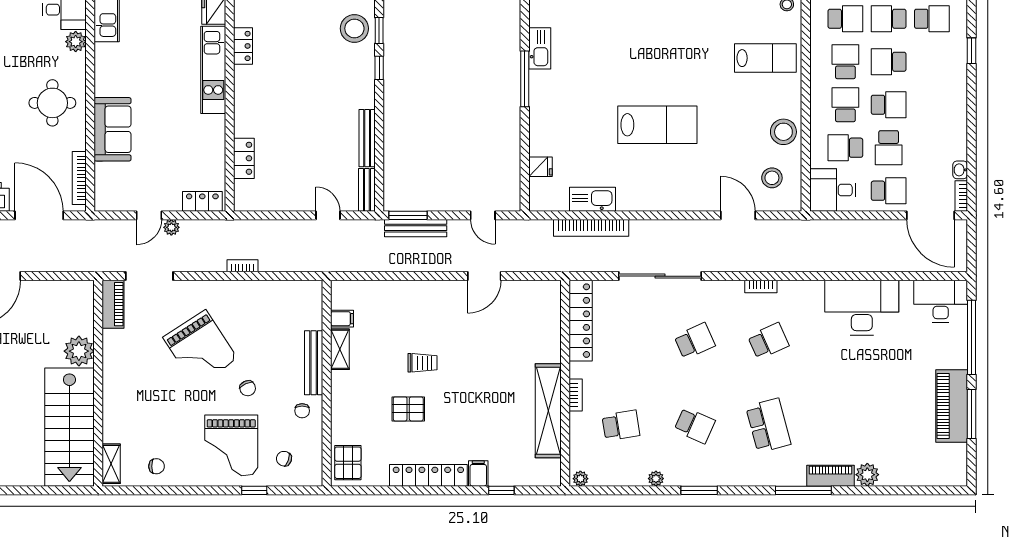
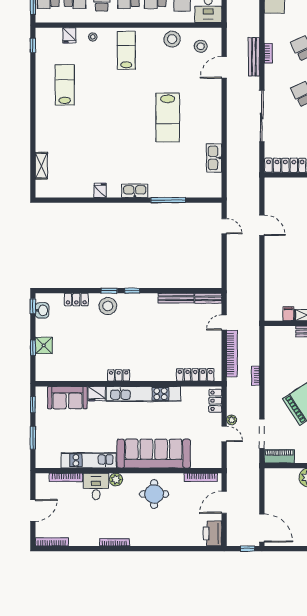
kitchen sink: (540, 48) -> (135, 191), moved
kitchen unit: (213, 70) -> (143, 394), width x1.36
window: (525, 79) -> (168, 200), moved
lab bench: (657, 125) -> (168, 118), turned 180
sofa: (113, 129) -> (154, 454), width x1.85, depth x1.27
locker: (244, 158) -> (195, 375), width x1.53
fridge: (540, 167) -> (100, 190), moved
door: (39, 215) -> (224, 502), width x0.73
window: (408, 215) -> (224, 273), removed
door: (483, 215) -> (224, 226), hinge flipped
bench: (416, 228) -> (254, 57), moved
bookcase: (591, 228) -> (232, 353), moved

